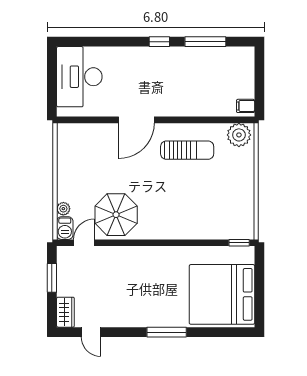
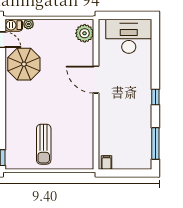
window: (205, 42) -> (155, 143), moved
plant: (239, 135) -> (85, 33), moved
sun lounger: (187, 150) -> (44, 144), moved

